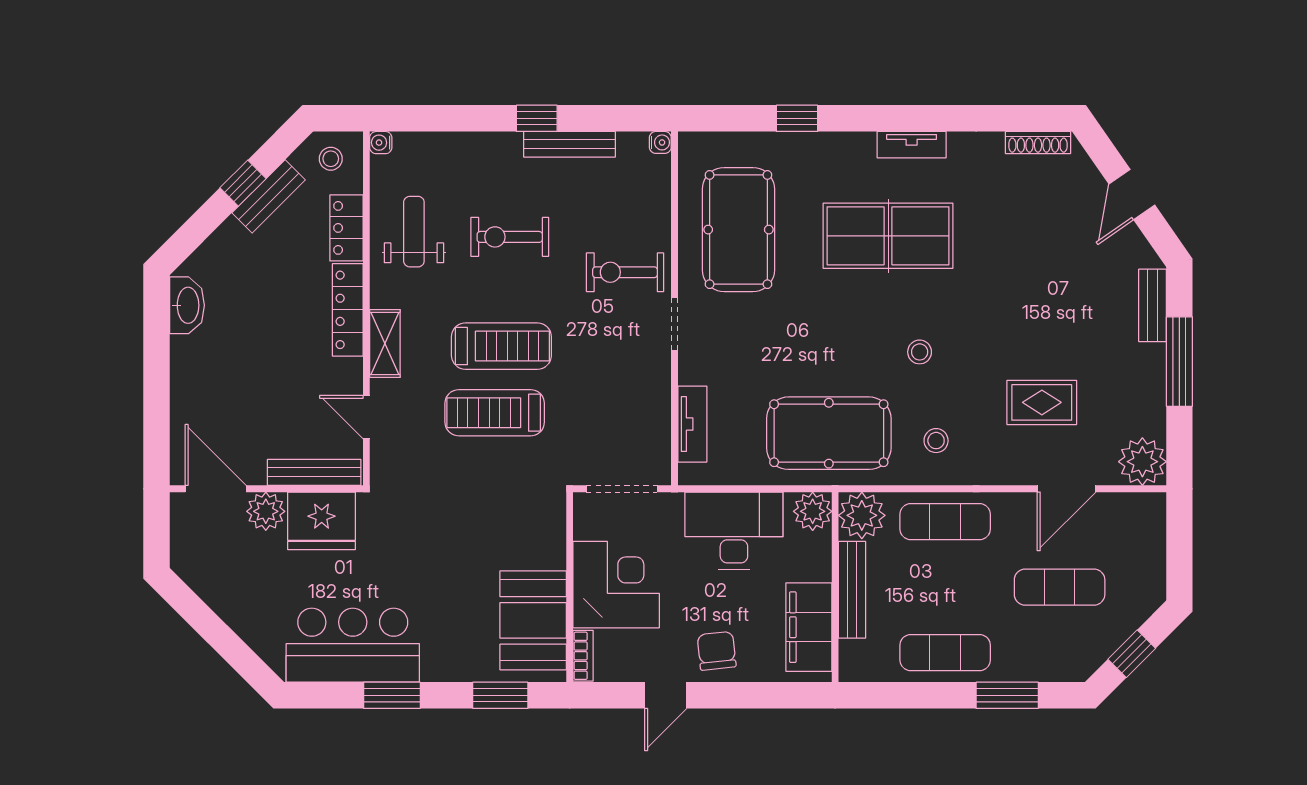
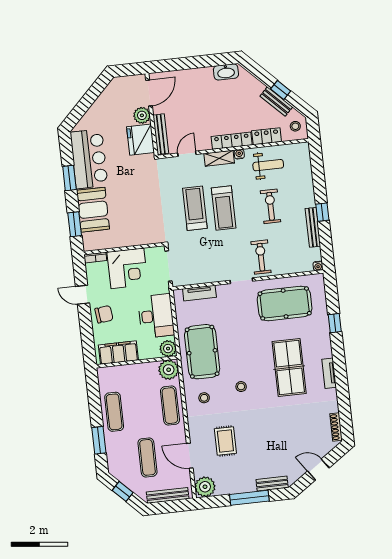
water cooler: (381, 143) -> (239, 154), moved
bench: (852, 590) -> (168, 495), moved
booth: (533, 620) -> (93, 210), moved, turned 90

